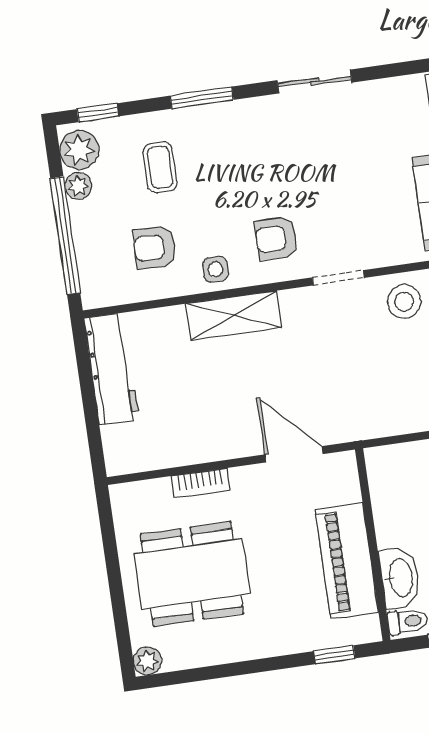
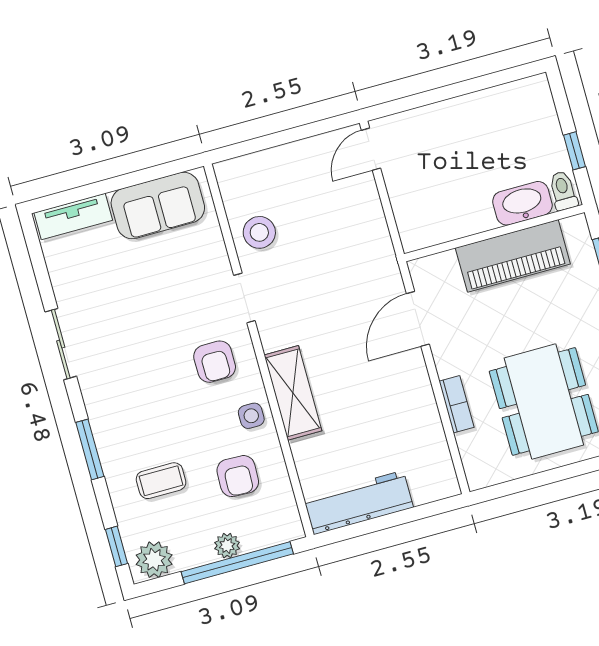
plant: (78, 186) -> (227, 546), moved

